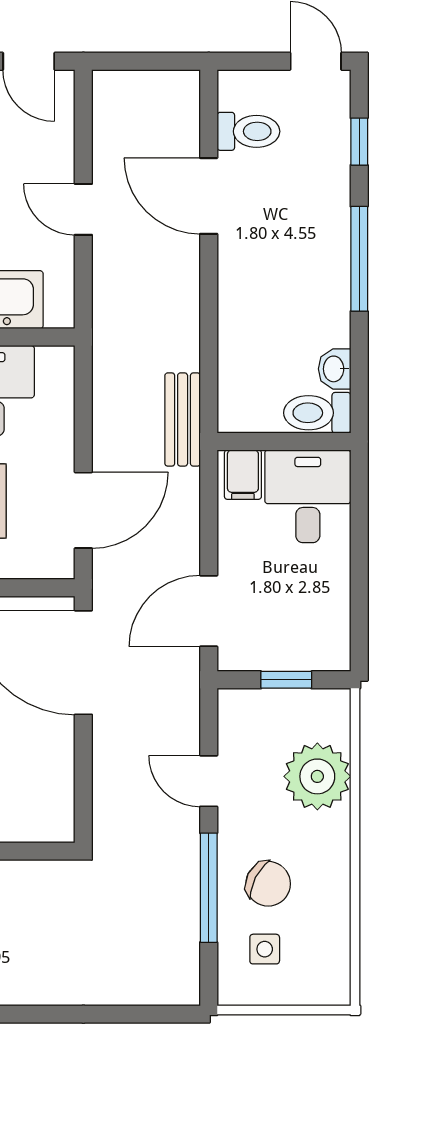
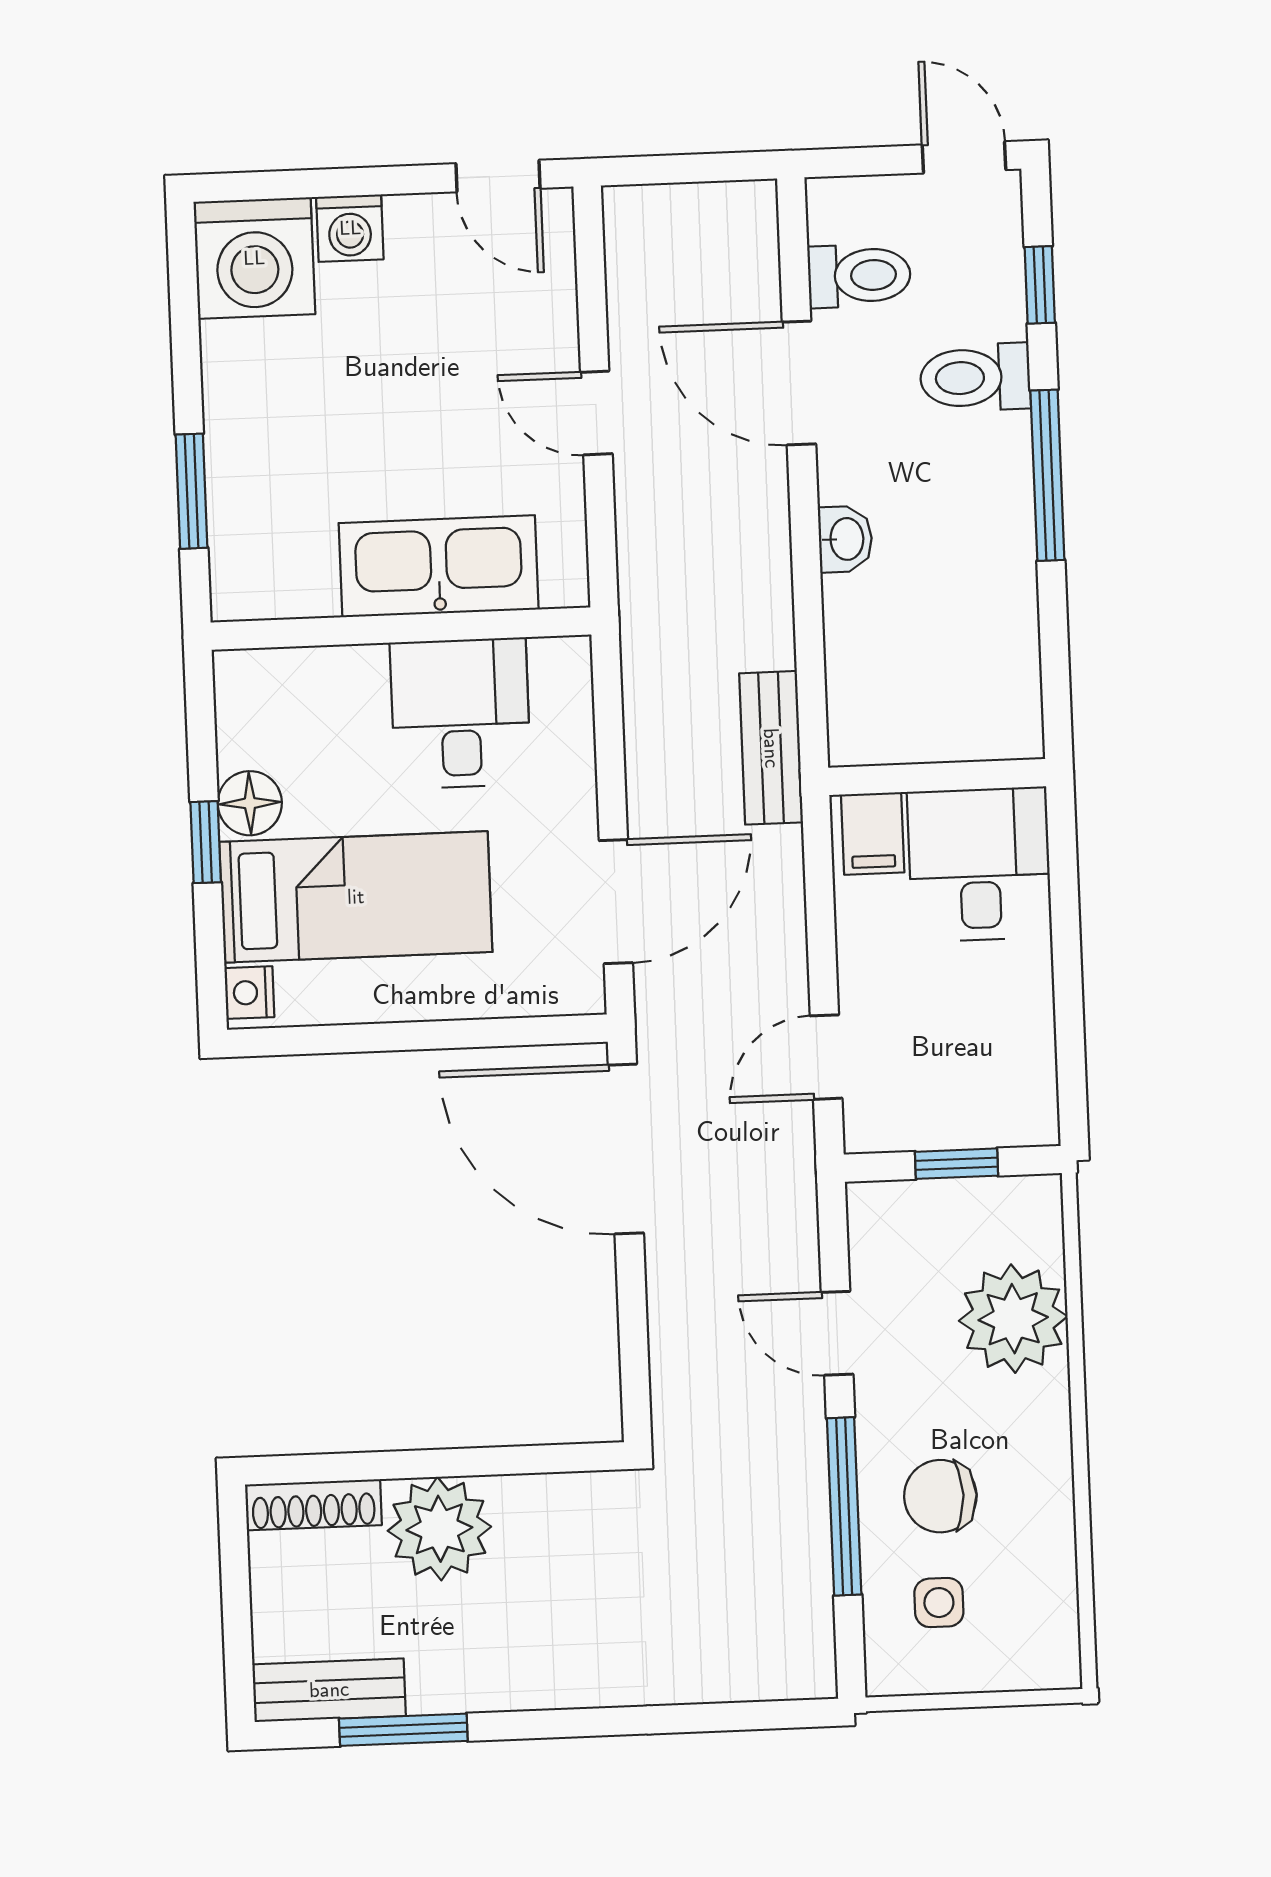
washbasin: (335, 369) -> (845, 539), moved, turned 180
toilet: (317, 413) -> (975, 377), moved
door: (209, 611) -> (826, 1057), width x0.73
chair: (268, 884) -> (940, 1496), turned 153

